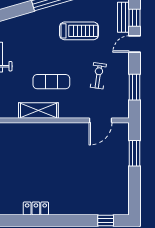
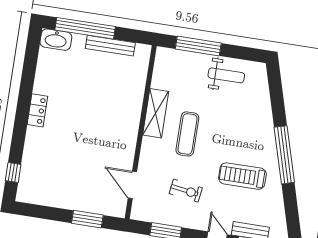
treadmill: (79, 31) -> (242, 176), turned 90
locker: (36, 208) -> (37, 110), moved

